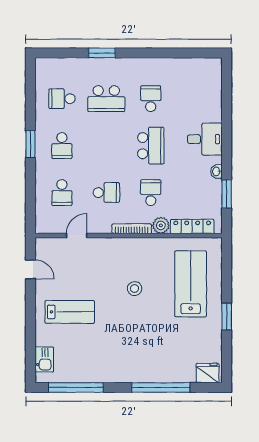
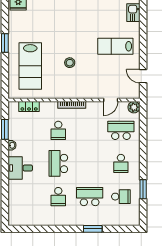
window: (30, 144) -> (143, 189), moved
school desk: (62, 146) -> (121, 163), turned 180
school desk: (62, 193) -> (121, 130), width x1.85
school desk: (106, 193) -> (90, 130), removed
plant: (161, 225) -> (134, 107), moved
locker: (192, 226) -> (29, 106), width x0.66

